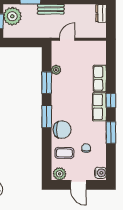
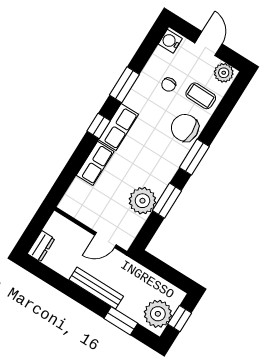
bench: (51, 9) -> (96, 288), width x1.36
plant: (56, 70) -> (142, 201), width x1.88, depth x1.88

